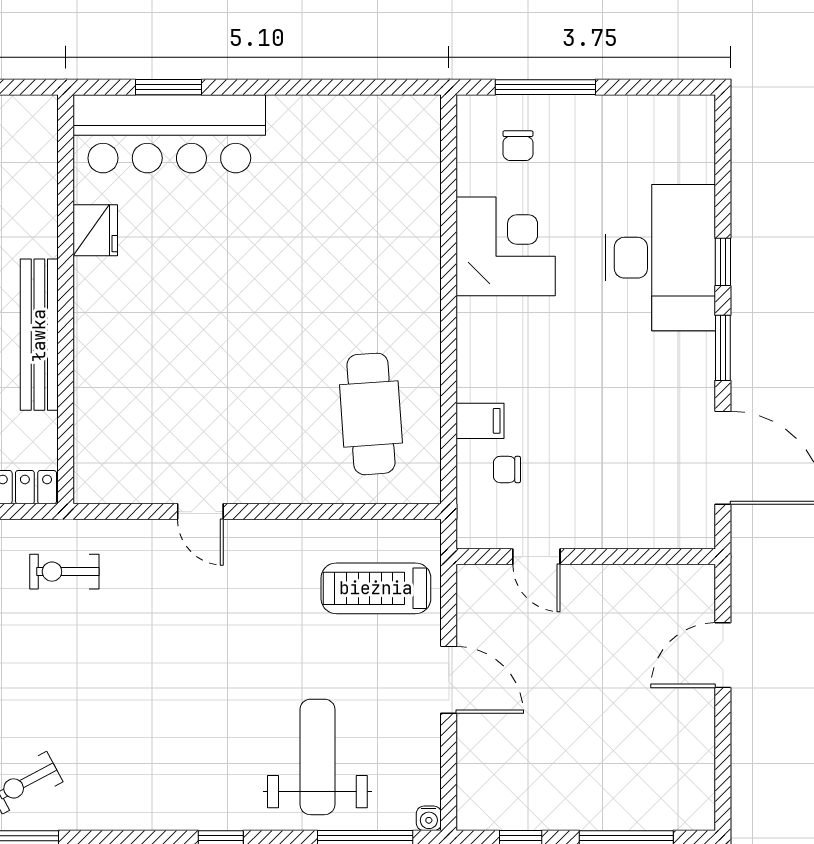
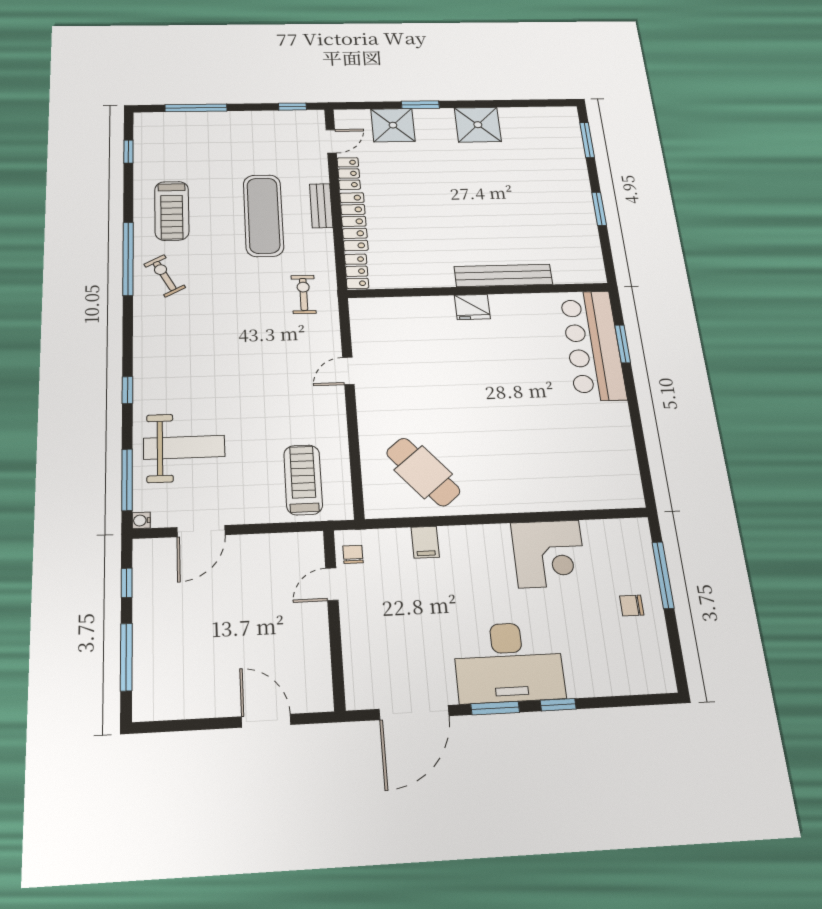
chair: (518, 146) -> (632, 606), moved
fridge: (95, 230) -> (472, 307), moved
desk: (661, 258) -> (509, 662), moved
bench: (39, 335) -> (503, 275), moved
cafe table: (371, 414) -> (423, 472), turned 54
chair: (507, 469) -> (353, 554), moved
door: (449, 680) -> (201, 531), moved

